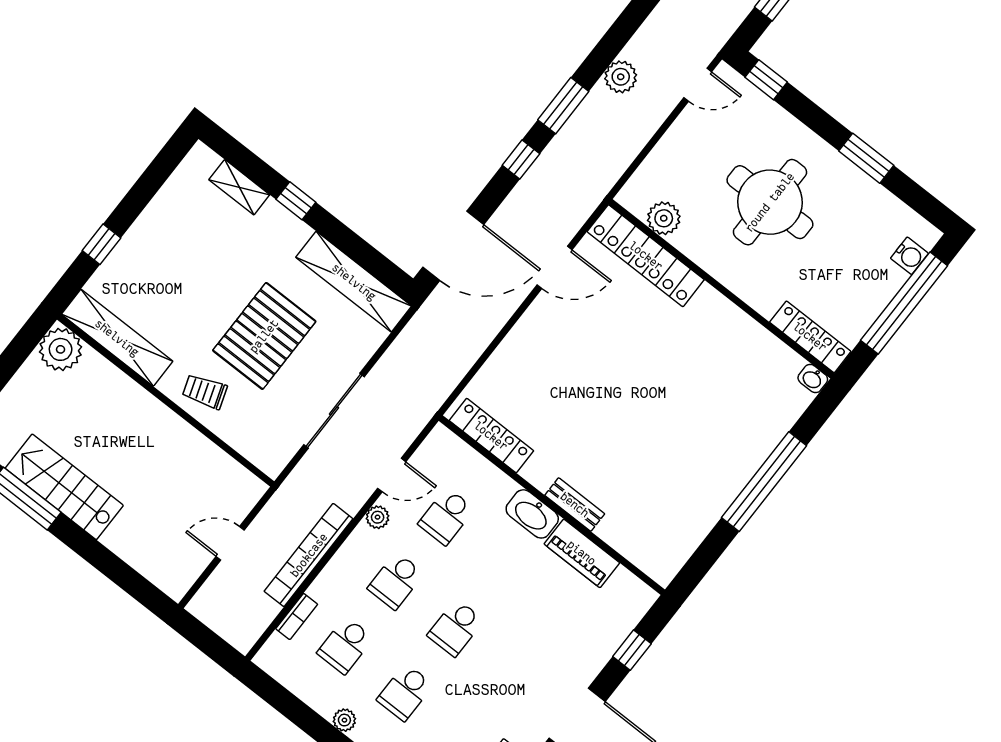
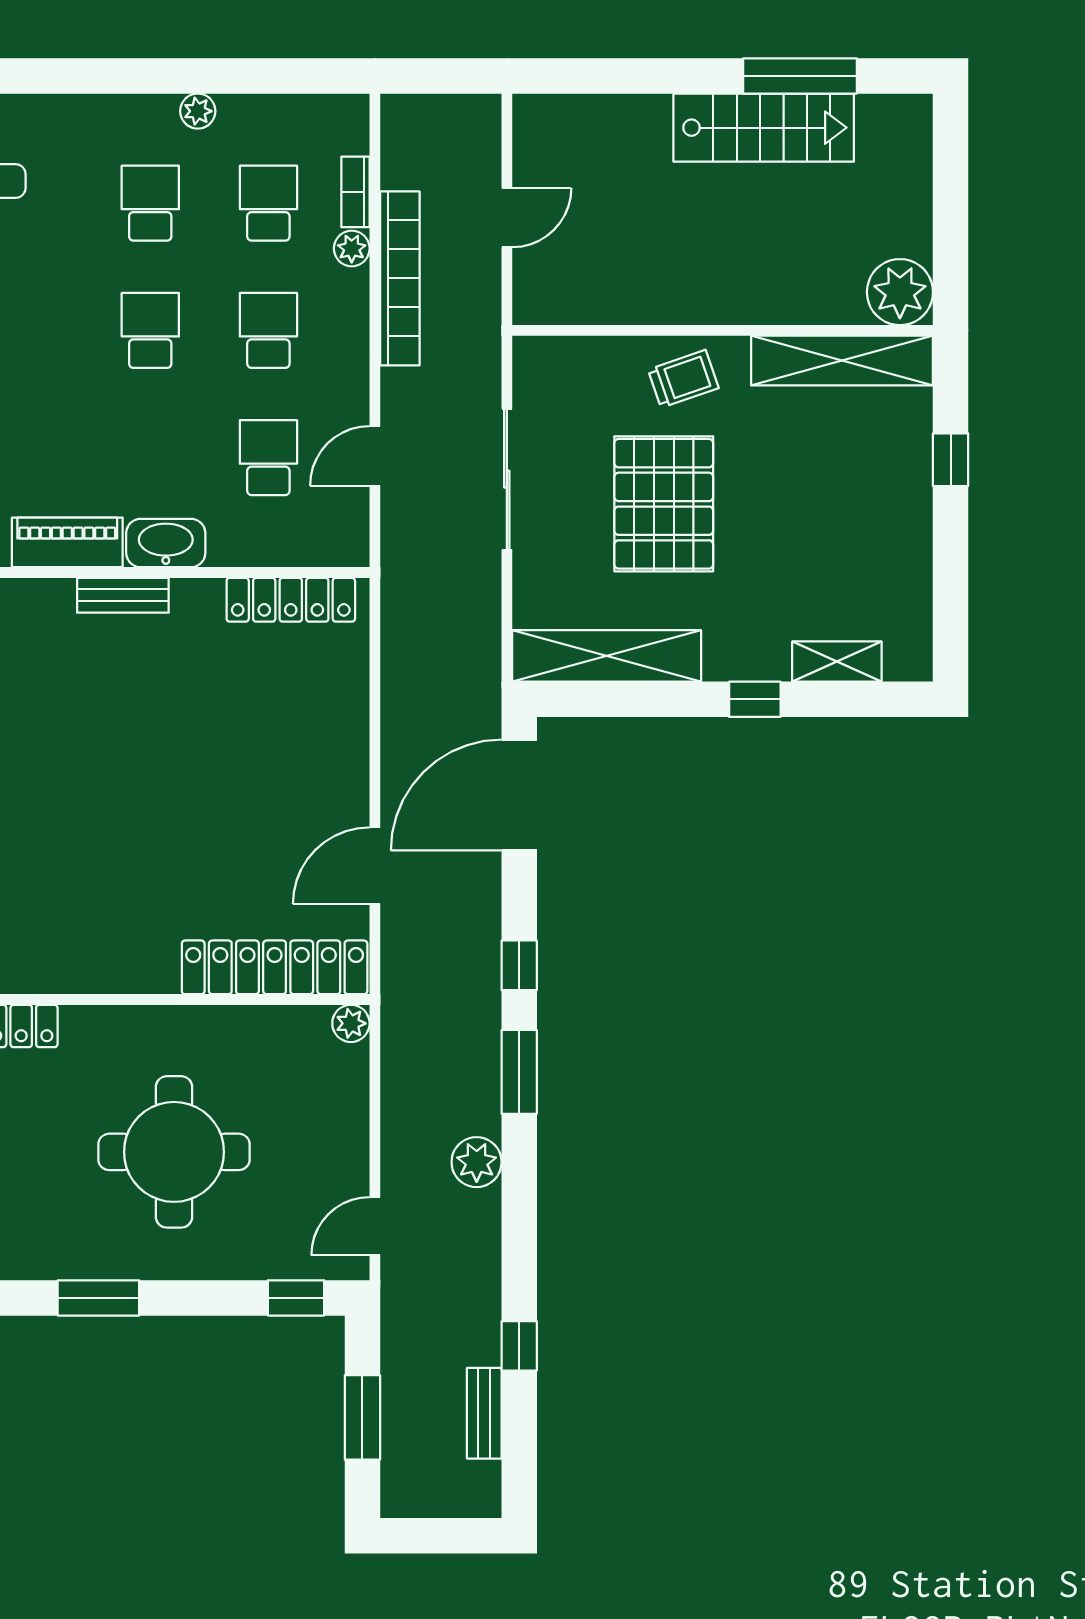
plant: (664, 218) -> (351, 1023), moved, width x0.73, depth x0.73
plant: (378, 517) -> (352, 248), moved

